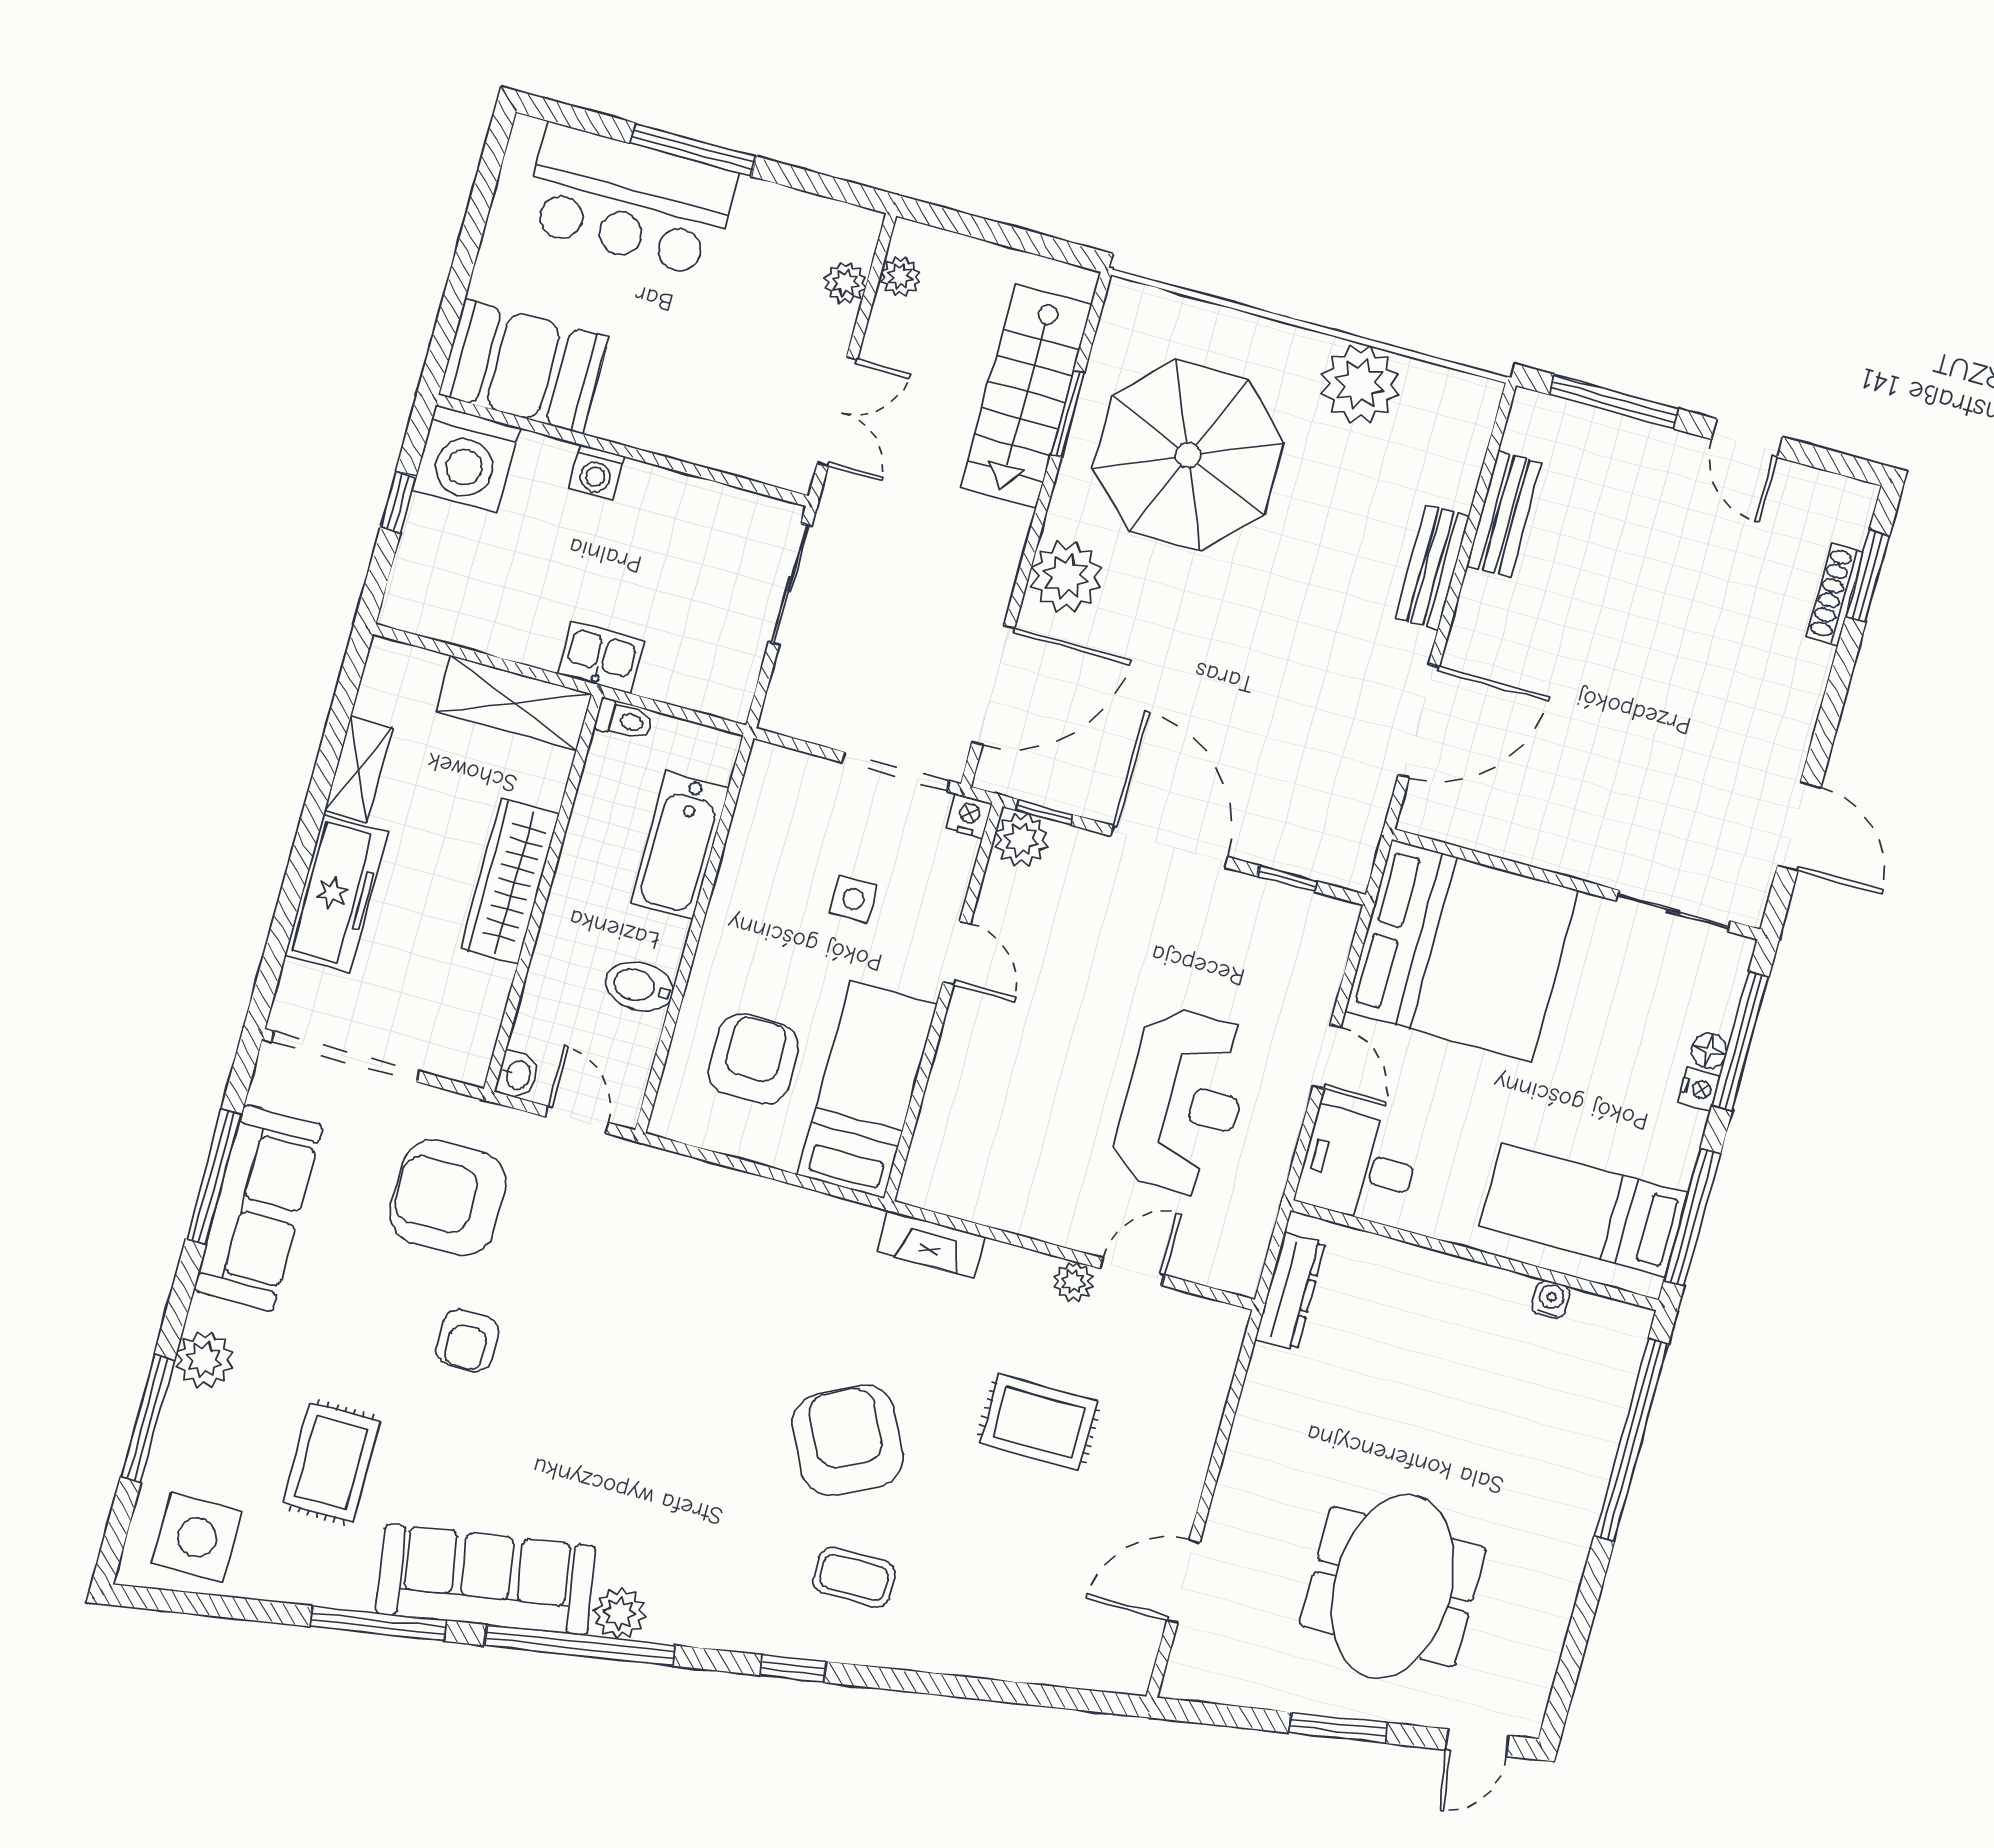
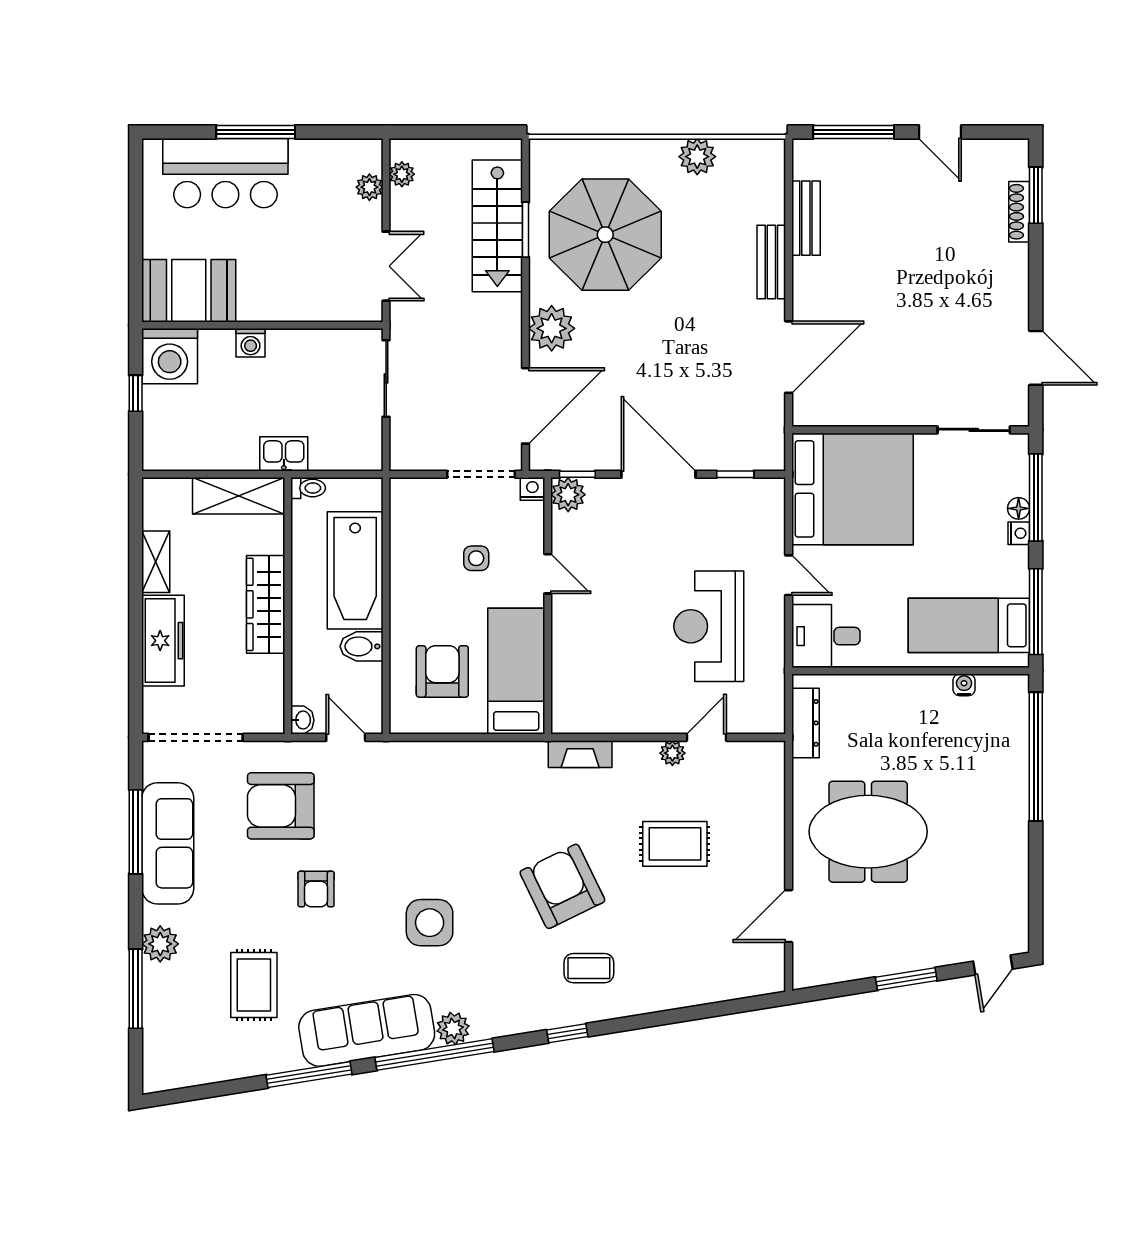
plant: (1360, 384) -> (697, 157), width x0.73, depth x0.73
bathtub: (680, 846) -> (355, 570), width x1.36, depth x1.36
reception desk: (1183, 1102) -> (709, 626), turned 180
side table: (197, 1537) -> (430, 923), moved
meeting table: (1393, 1587) -> (868, 832), moved, turned 90

